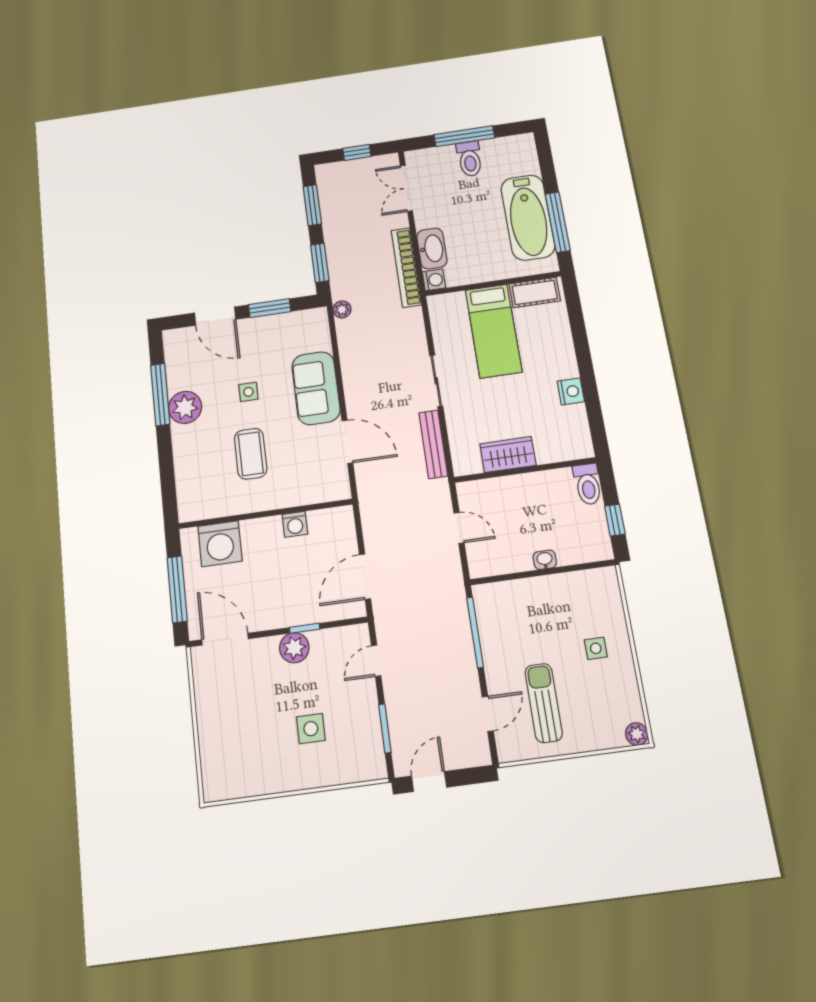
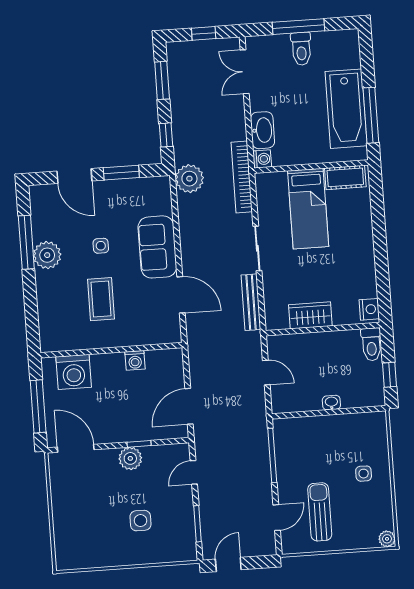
window: (320, 263) -> (166, 135), width x0.67
bookcase: (406, 267) -> (242, 177), moved
plant: (342, 309) -> (189, 179), width x1.87, depth x1.87
nightstand: (571, 391) -> (369, 309), moved

